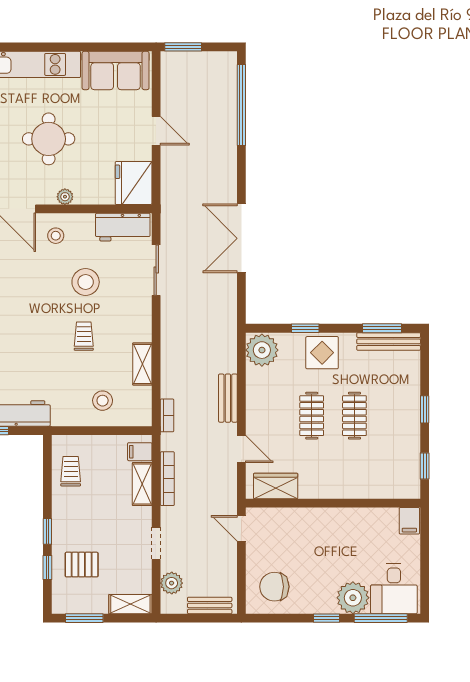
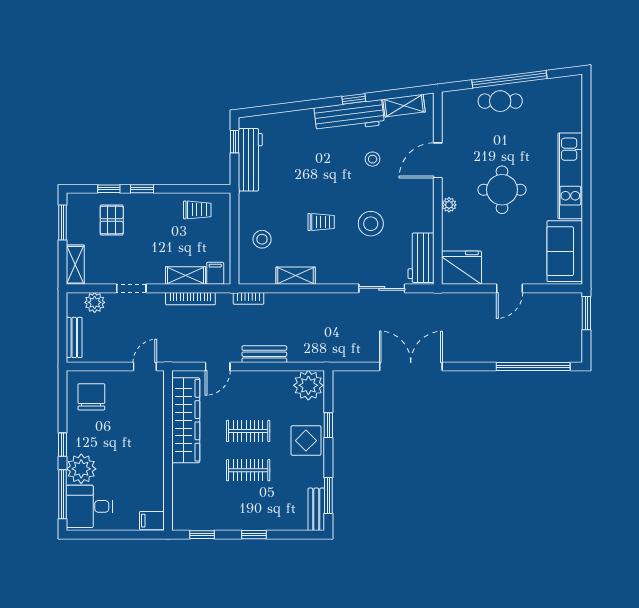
stool: (56, 236) -> (373, 159), moved
bench: (389, 341) -> (316, 509), width x0.73
wardrobe: (276, 486) -> (186, 420), width x2.10, depth x1.17

